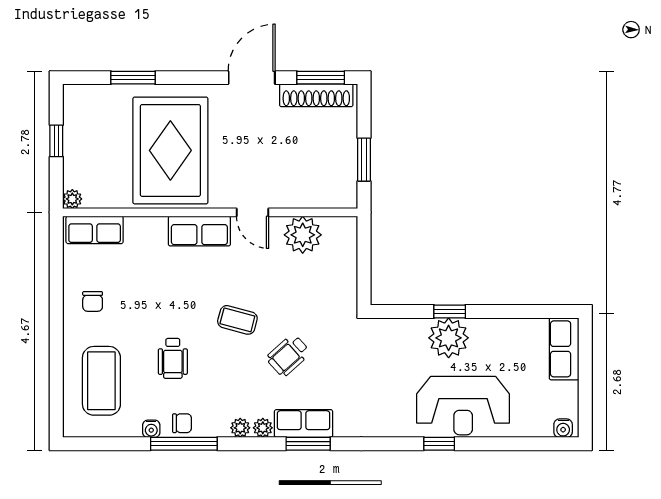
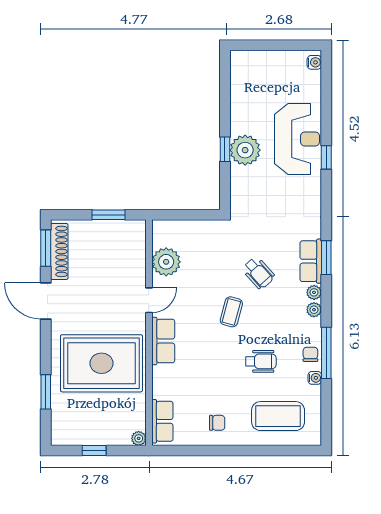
row of seats: (564, 349) -> (254, 62), removed

